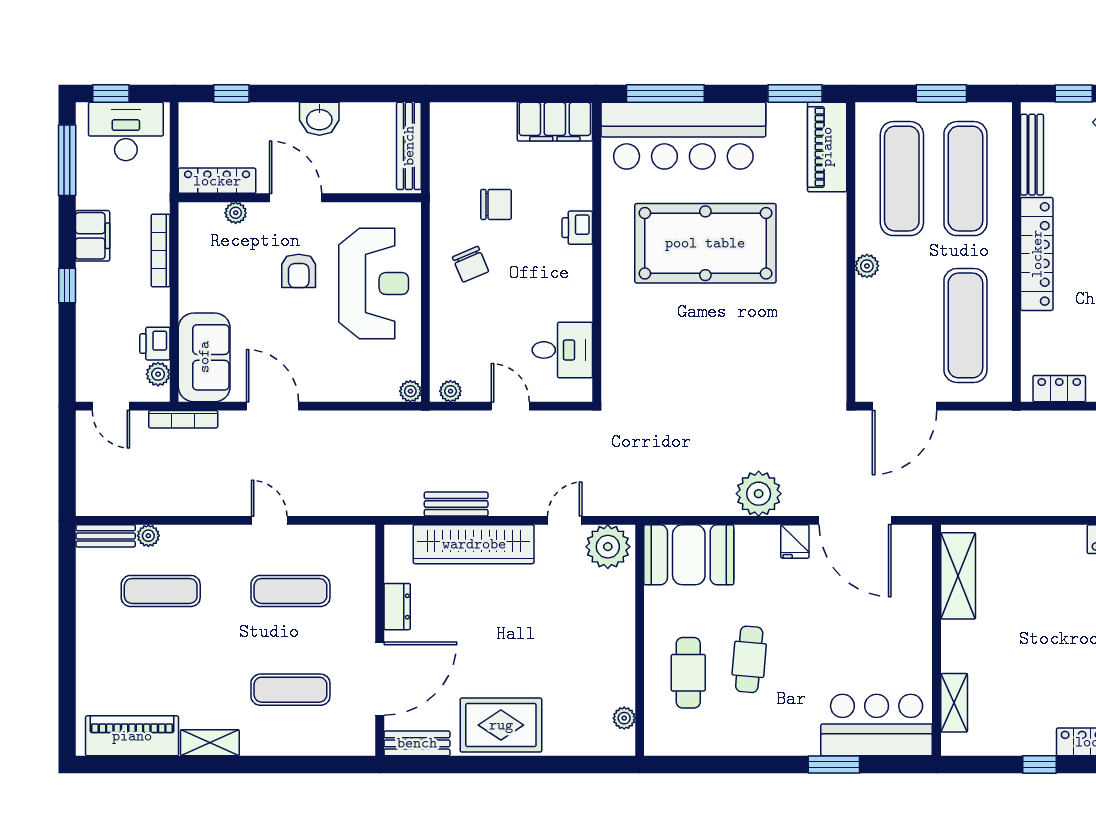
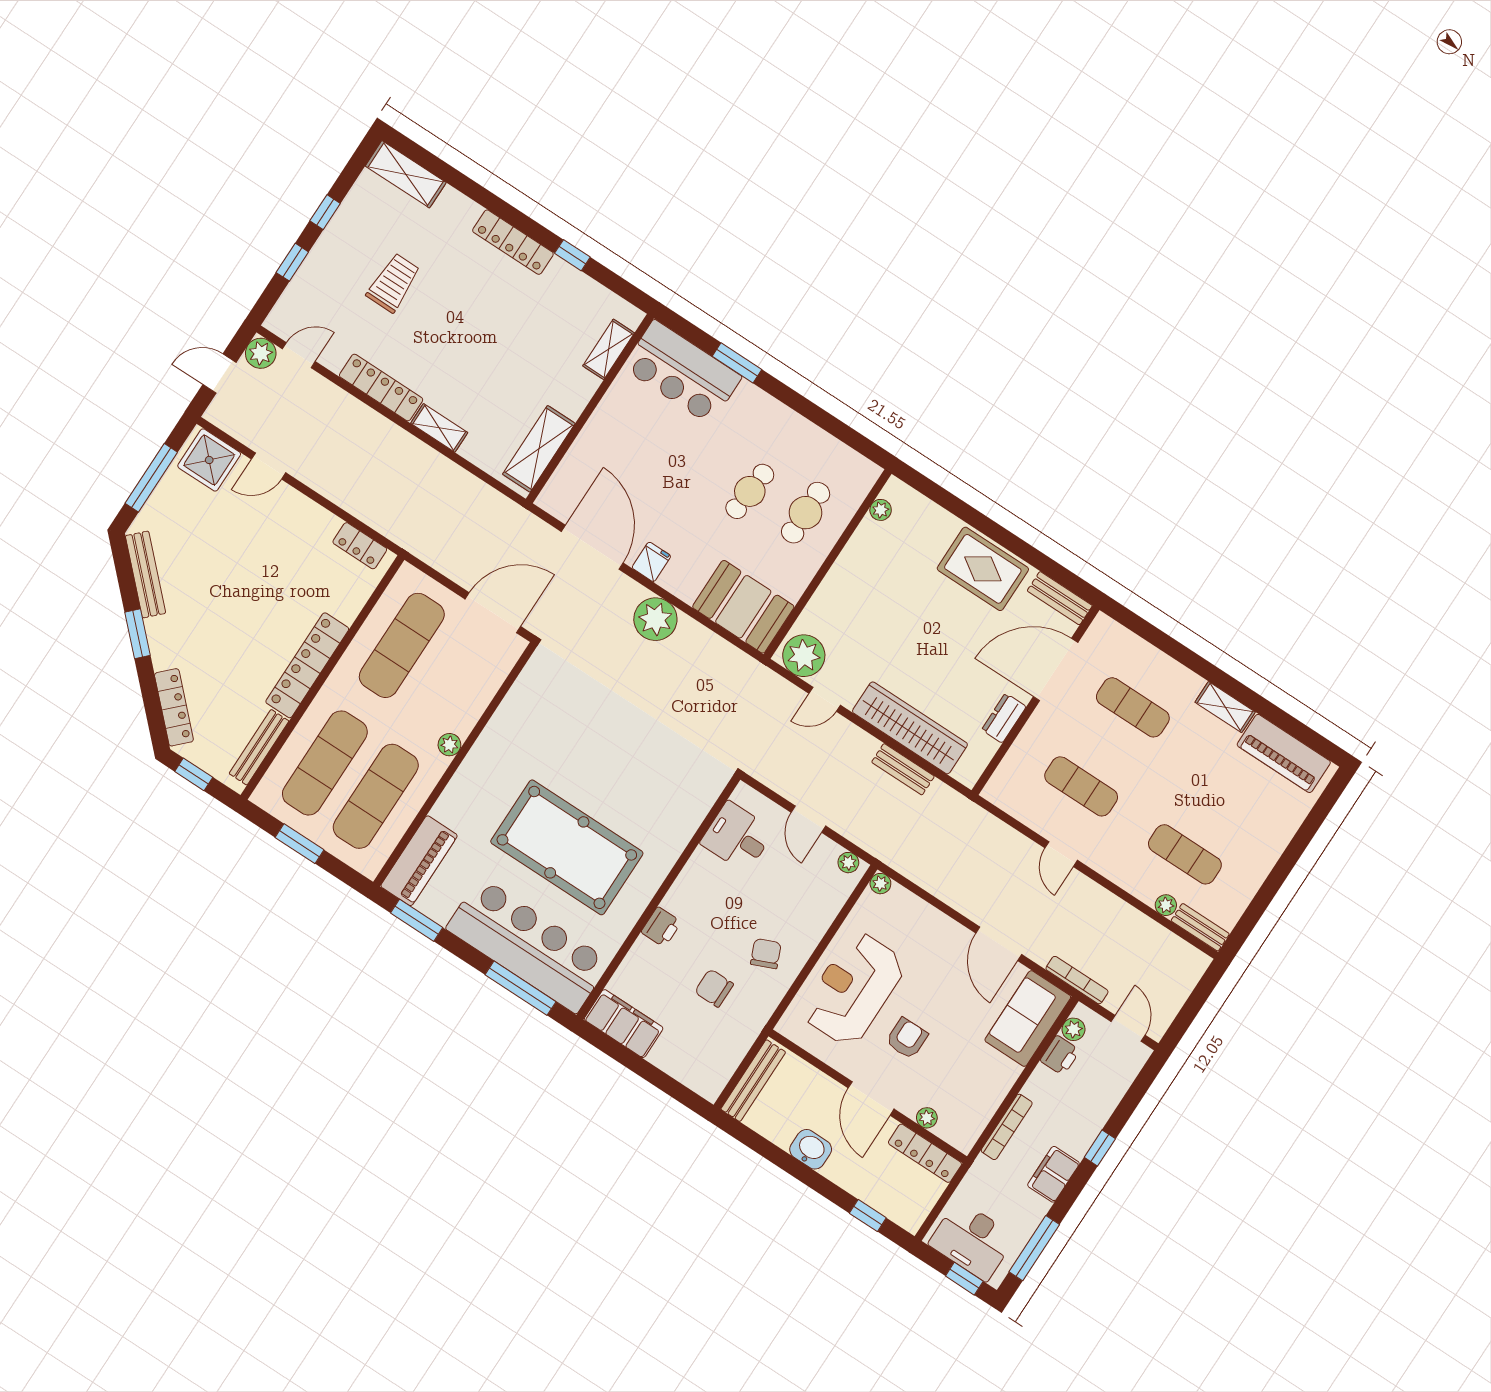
shelving: (1057, 537) -> (439, 428), added

